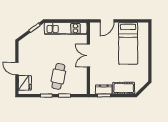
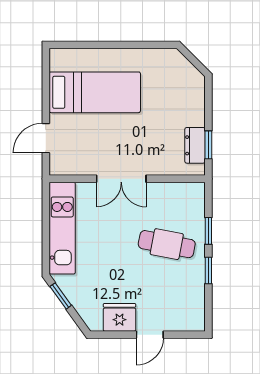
door: (107, 21) -> (46, 138), swing flipped
fridge: (25, 83) -> (120, 317), moved
cot: (124, 88) -> (192, 102), removed

